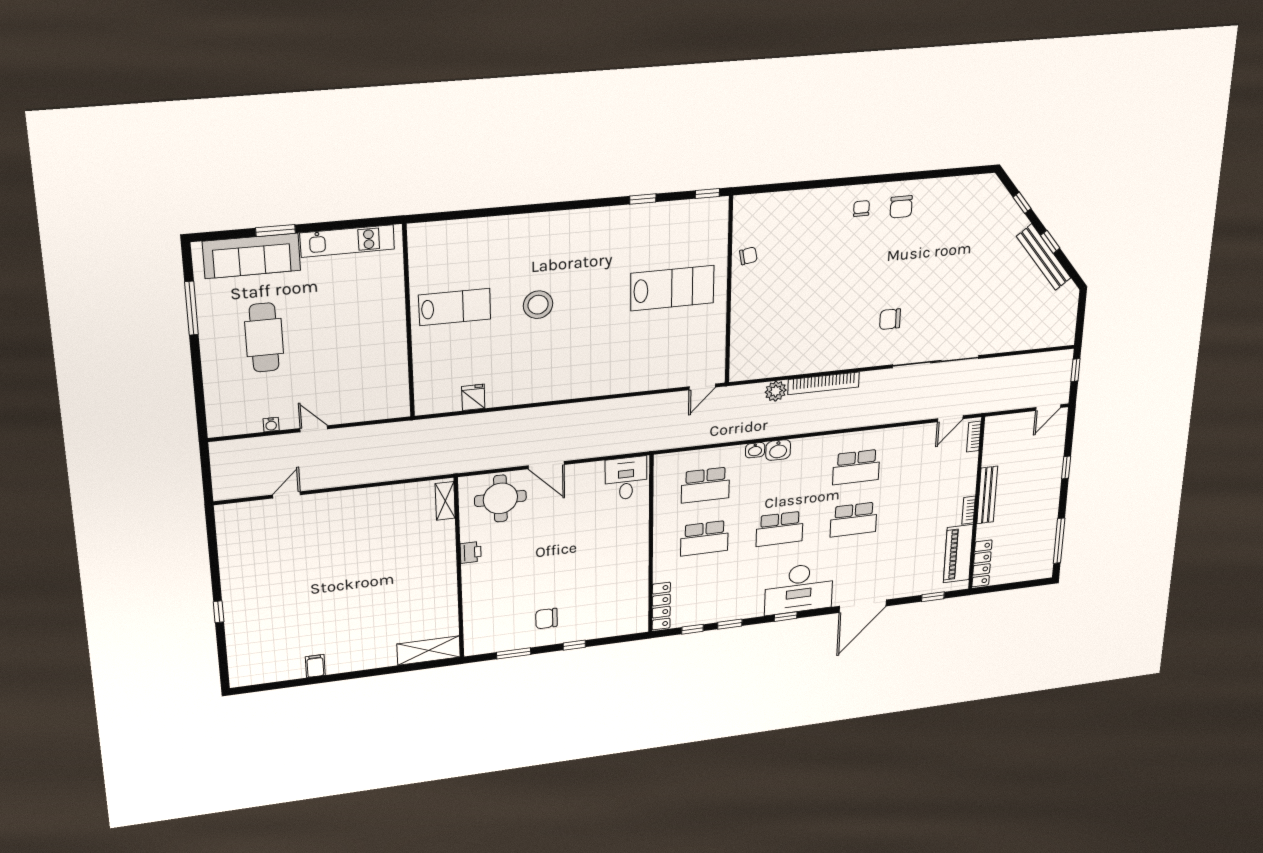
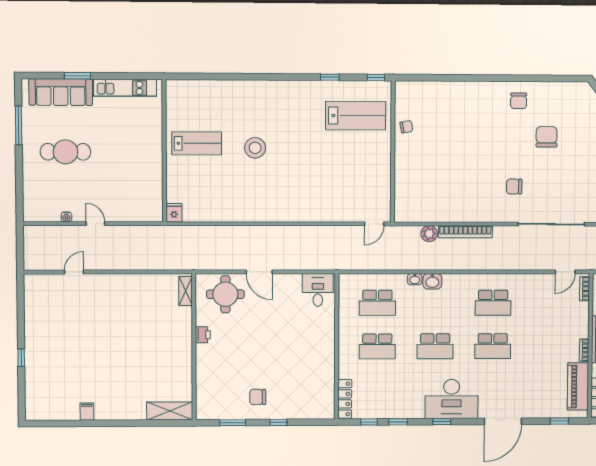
chair: (861, 208) -> (547, 137), moved, width x1.87, depth x1.87
lab bench: (672, 288) -> (356, 116), moved
cafe table: (264, 337) -> (65, 152), turned 90
fridge: (473, 397) -> (174, 213), moved

